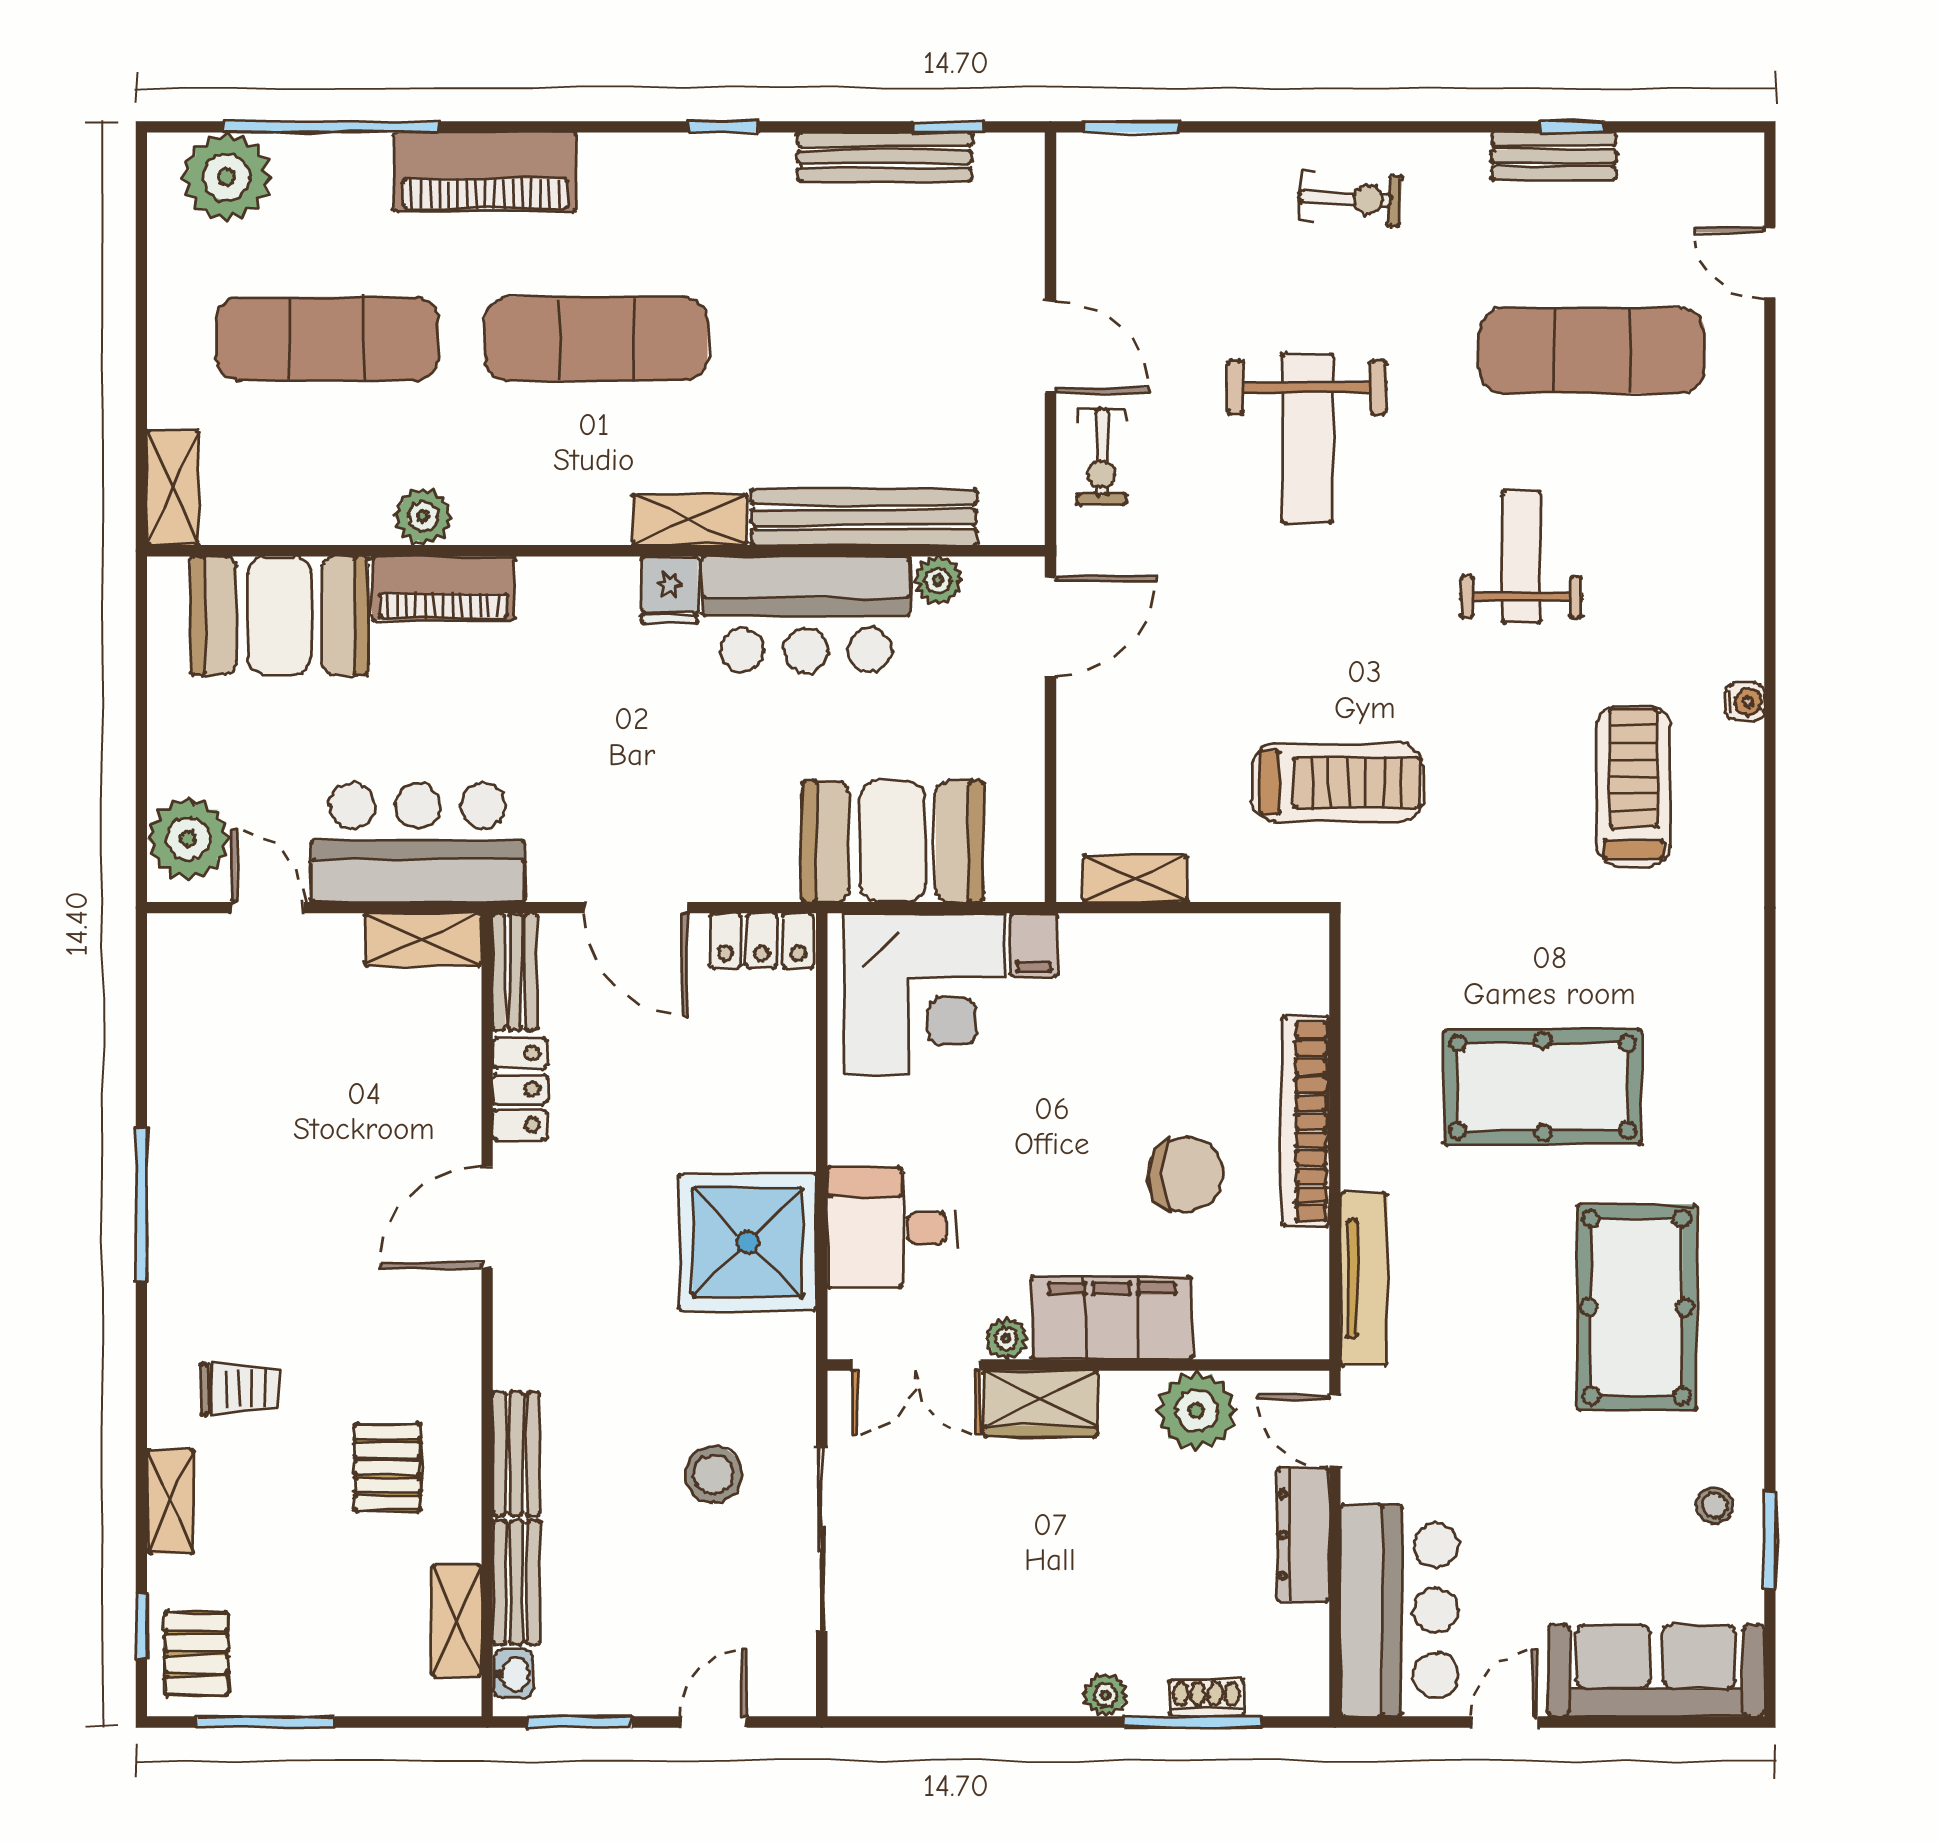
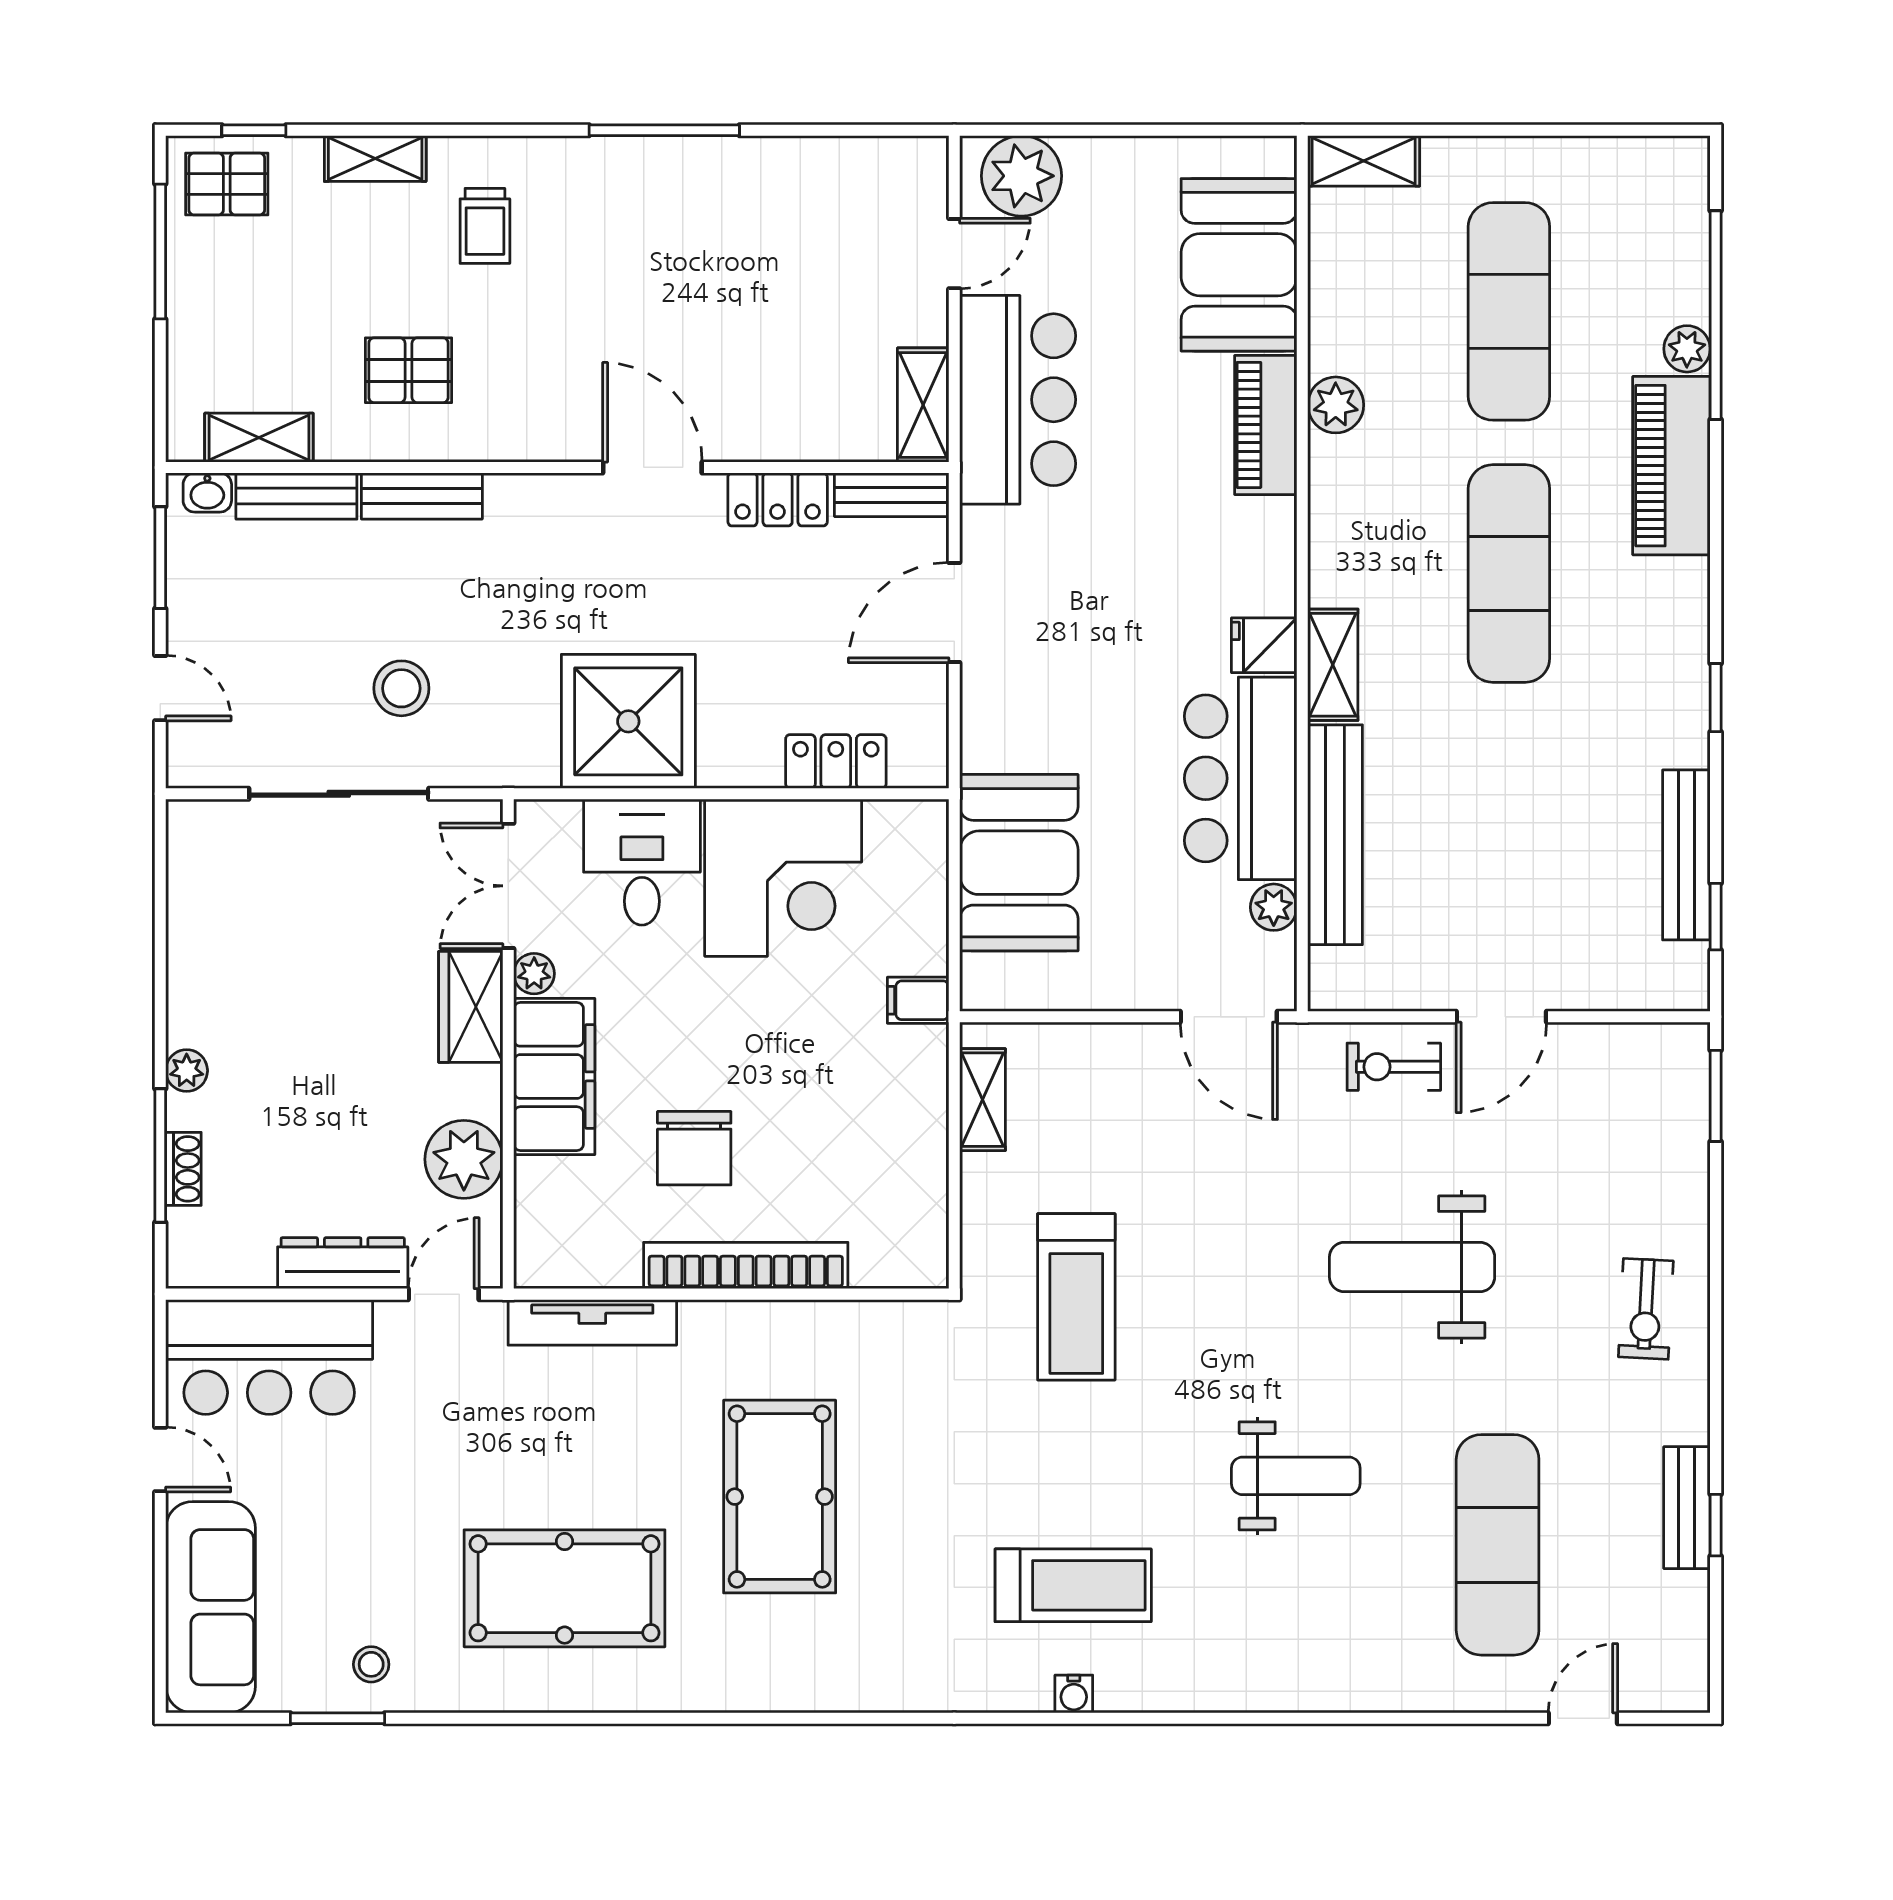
plant: (227, 177) -> (1687, 349), moved, width x0.53, depth x0.53
water cooler: (1745, 702) -> (1074, 1694), moved
locker: (762, 941) -> (836, 761), moved, turned 90
corner desk: (925, 994) -> (783, 878), moved, turned -90

